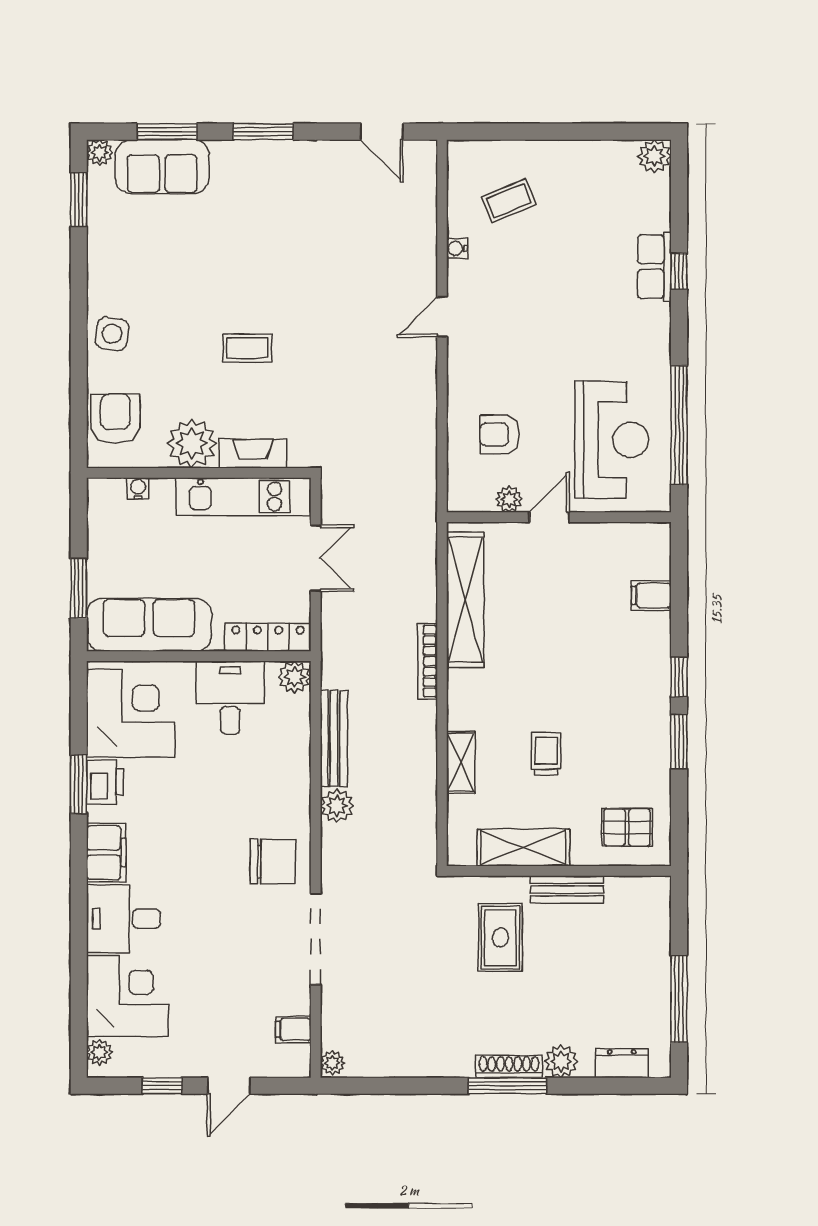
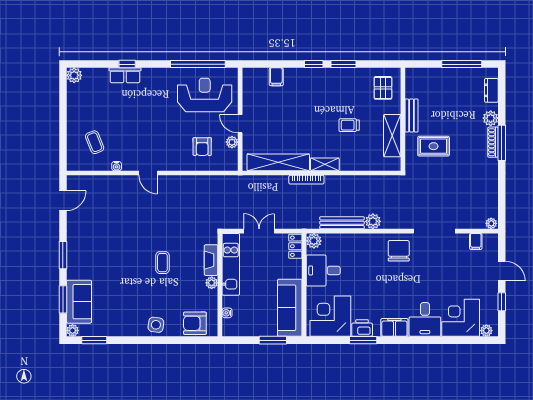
plant: (192, 443) -> (212, 283), width x0.53, depth x0.53
locker: (268, 637) -> (295, 246), width x0.66
shelving: (461, 763) -> (325, 164), moved

